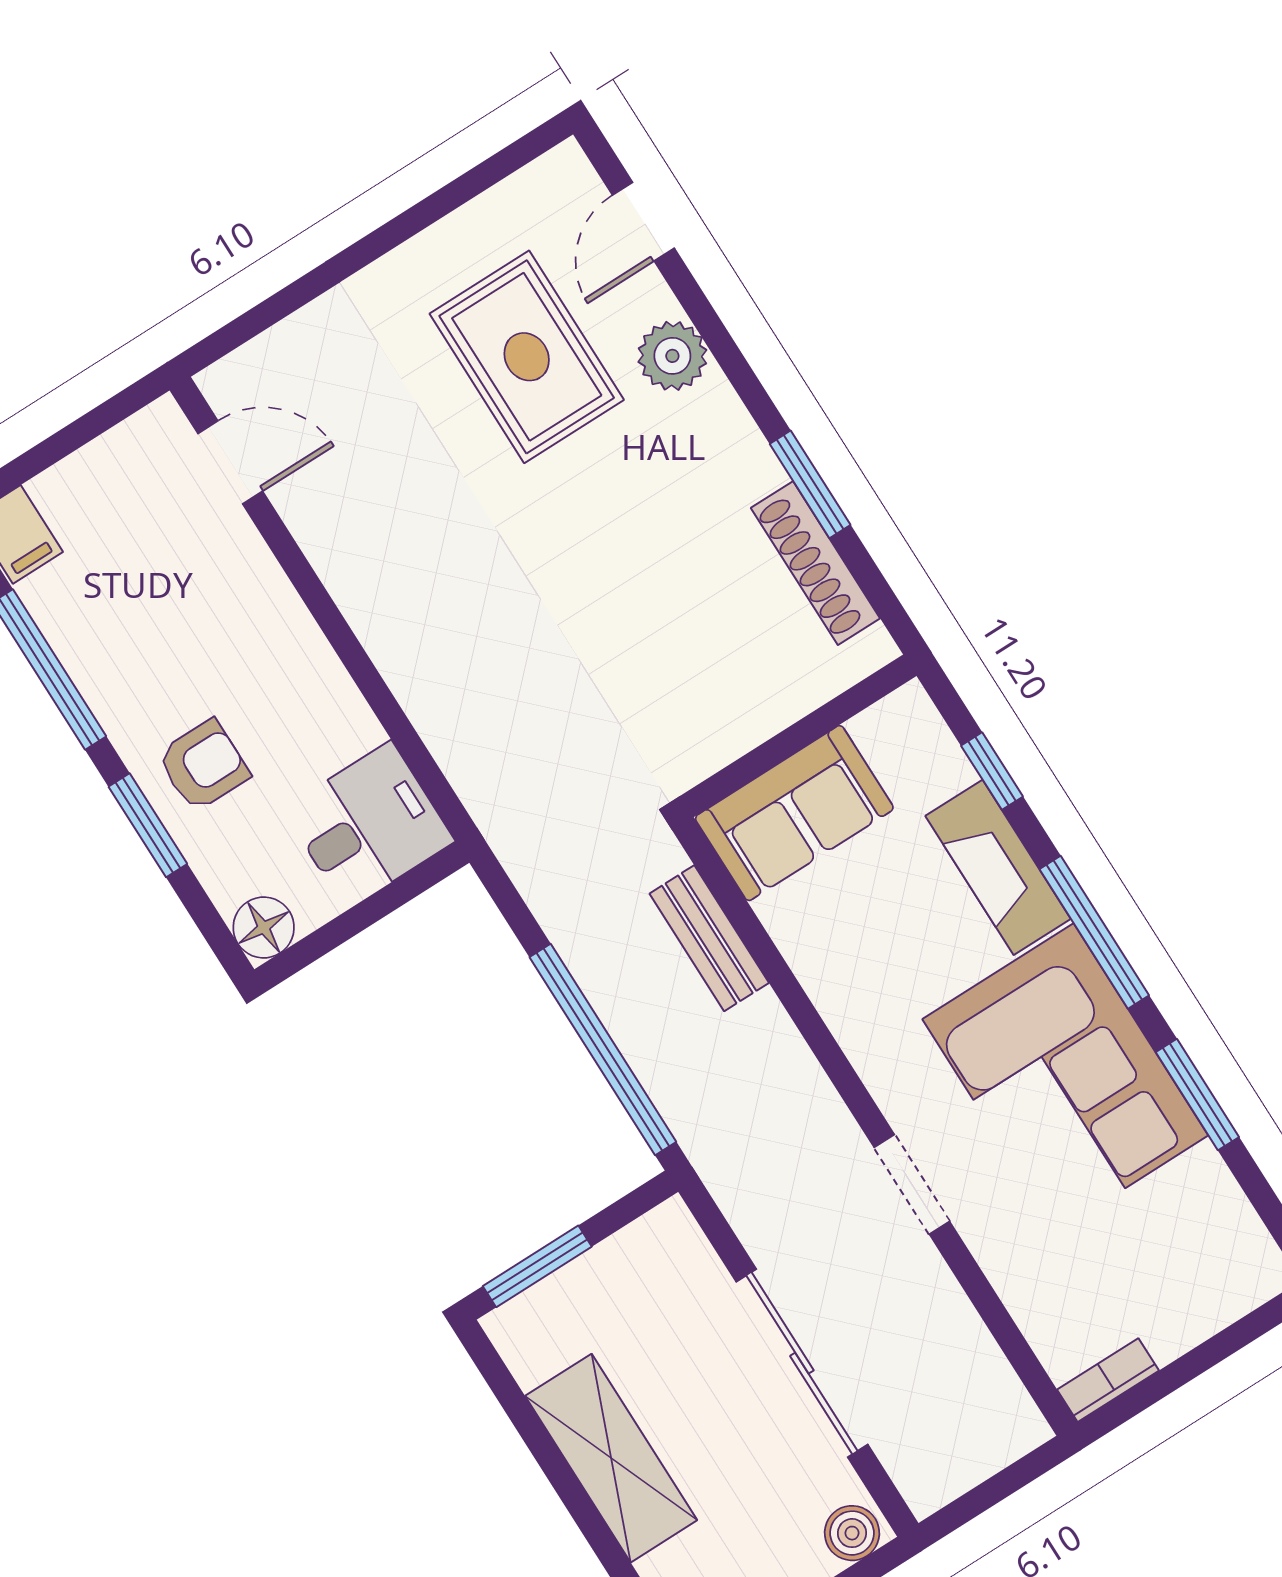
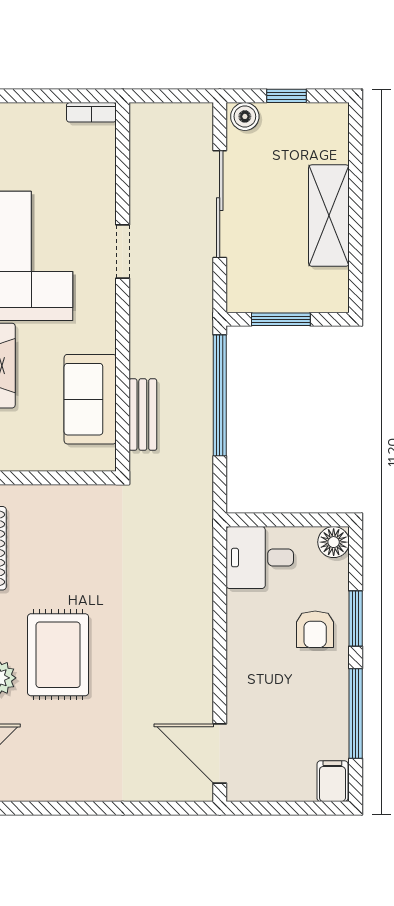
rug: (527, 357) -> (58, 655), moved
door: (230, 462) -> (220, 754), width x1.37
armchair: (203, 765) -> (315, 629), turned -90
sofa: (794, 813) -> (90, 399), moved, turned -90
window: (537, 1266) -> (281, 319), moved

